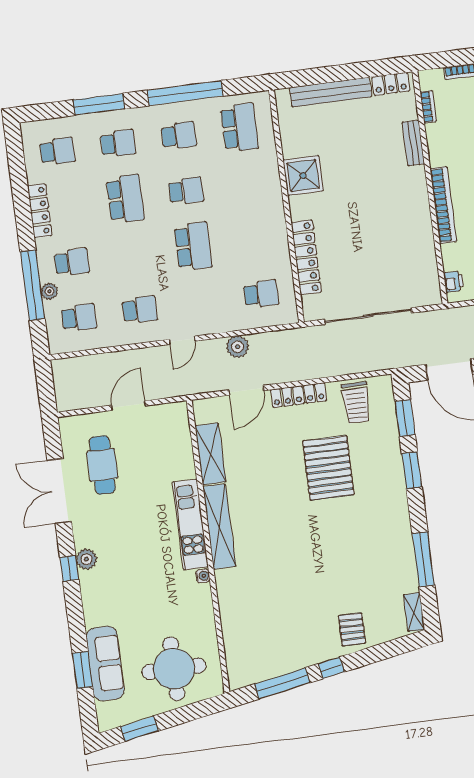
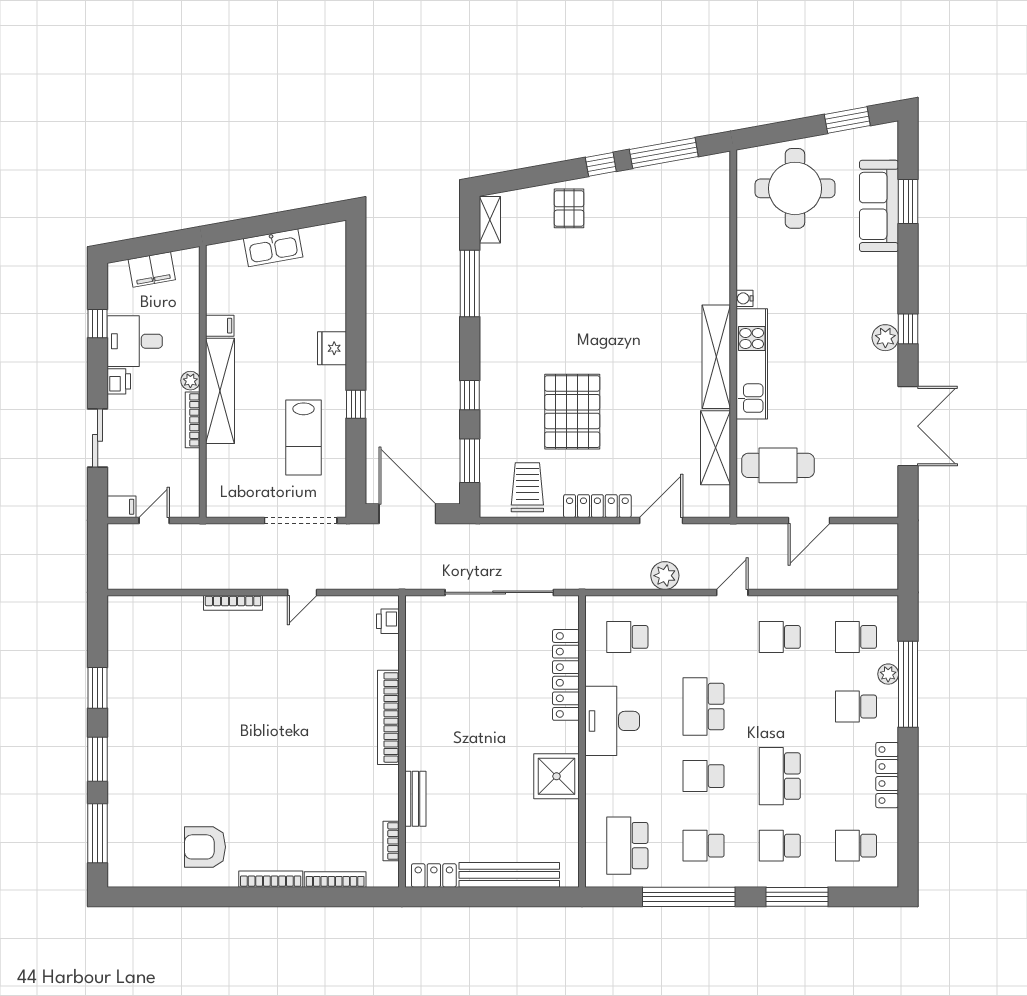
desk: (265, 225) -> (612, 721), added
cafe table: (102, 465) -> (778, 465), moved, turned 90
window: (412, 470) -> (470, 395), width x0.67

